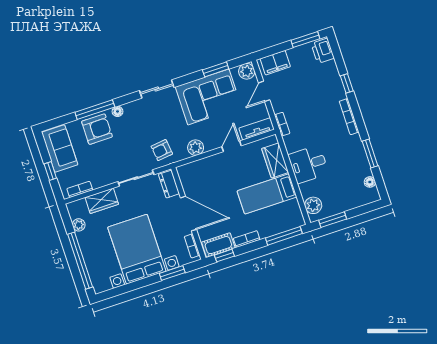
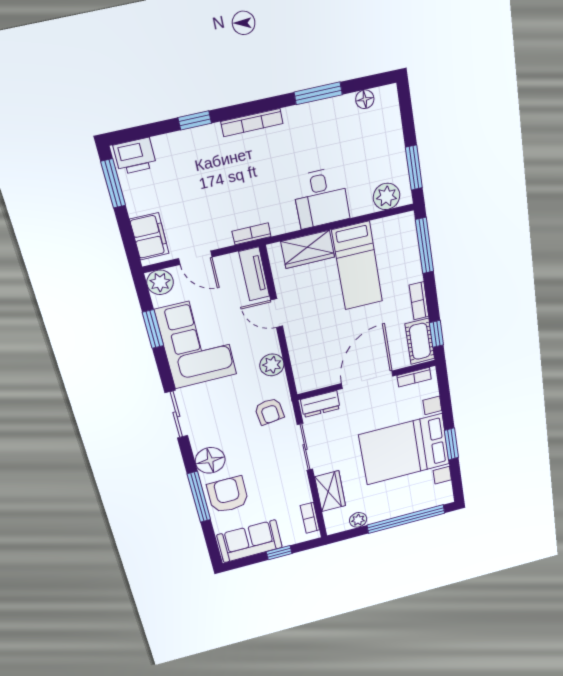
floor lamp: (118, 111) -> (210, 460), width x1.89, depth x1.89
window: (172, 273) -> (451, 444), moved

